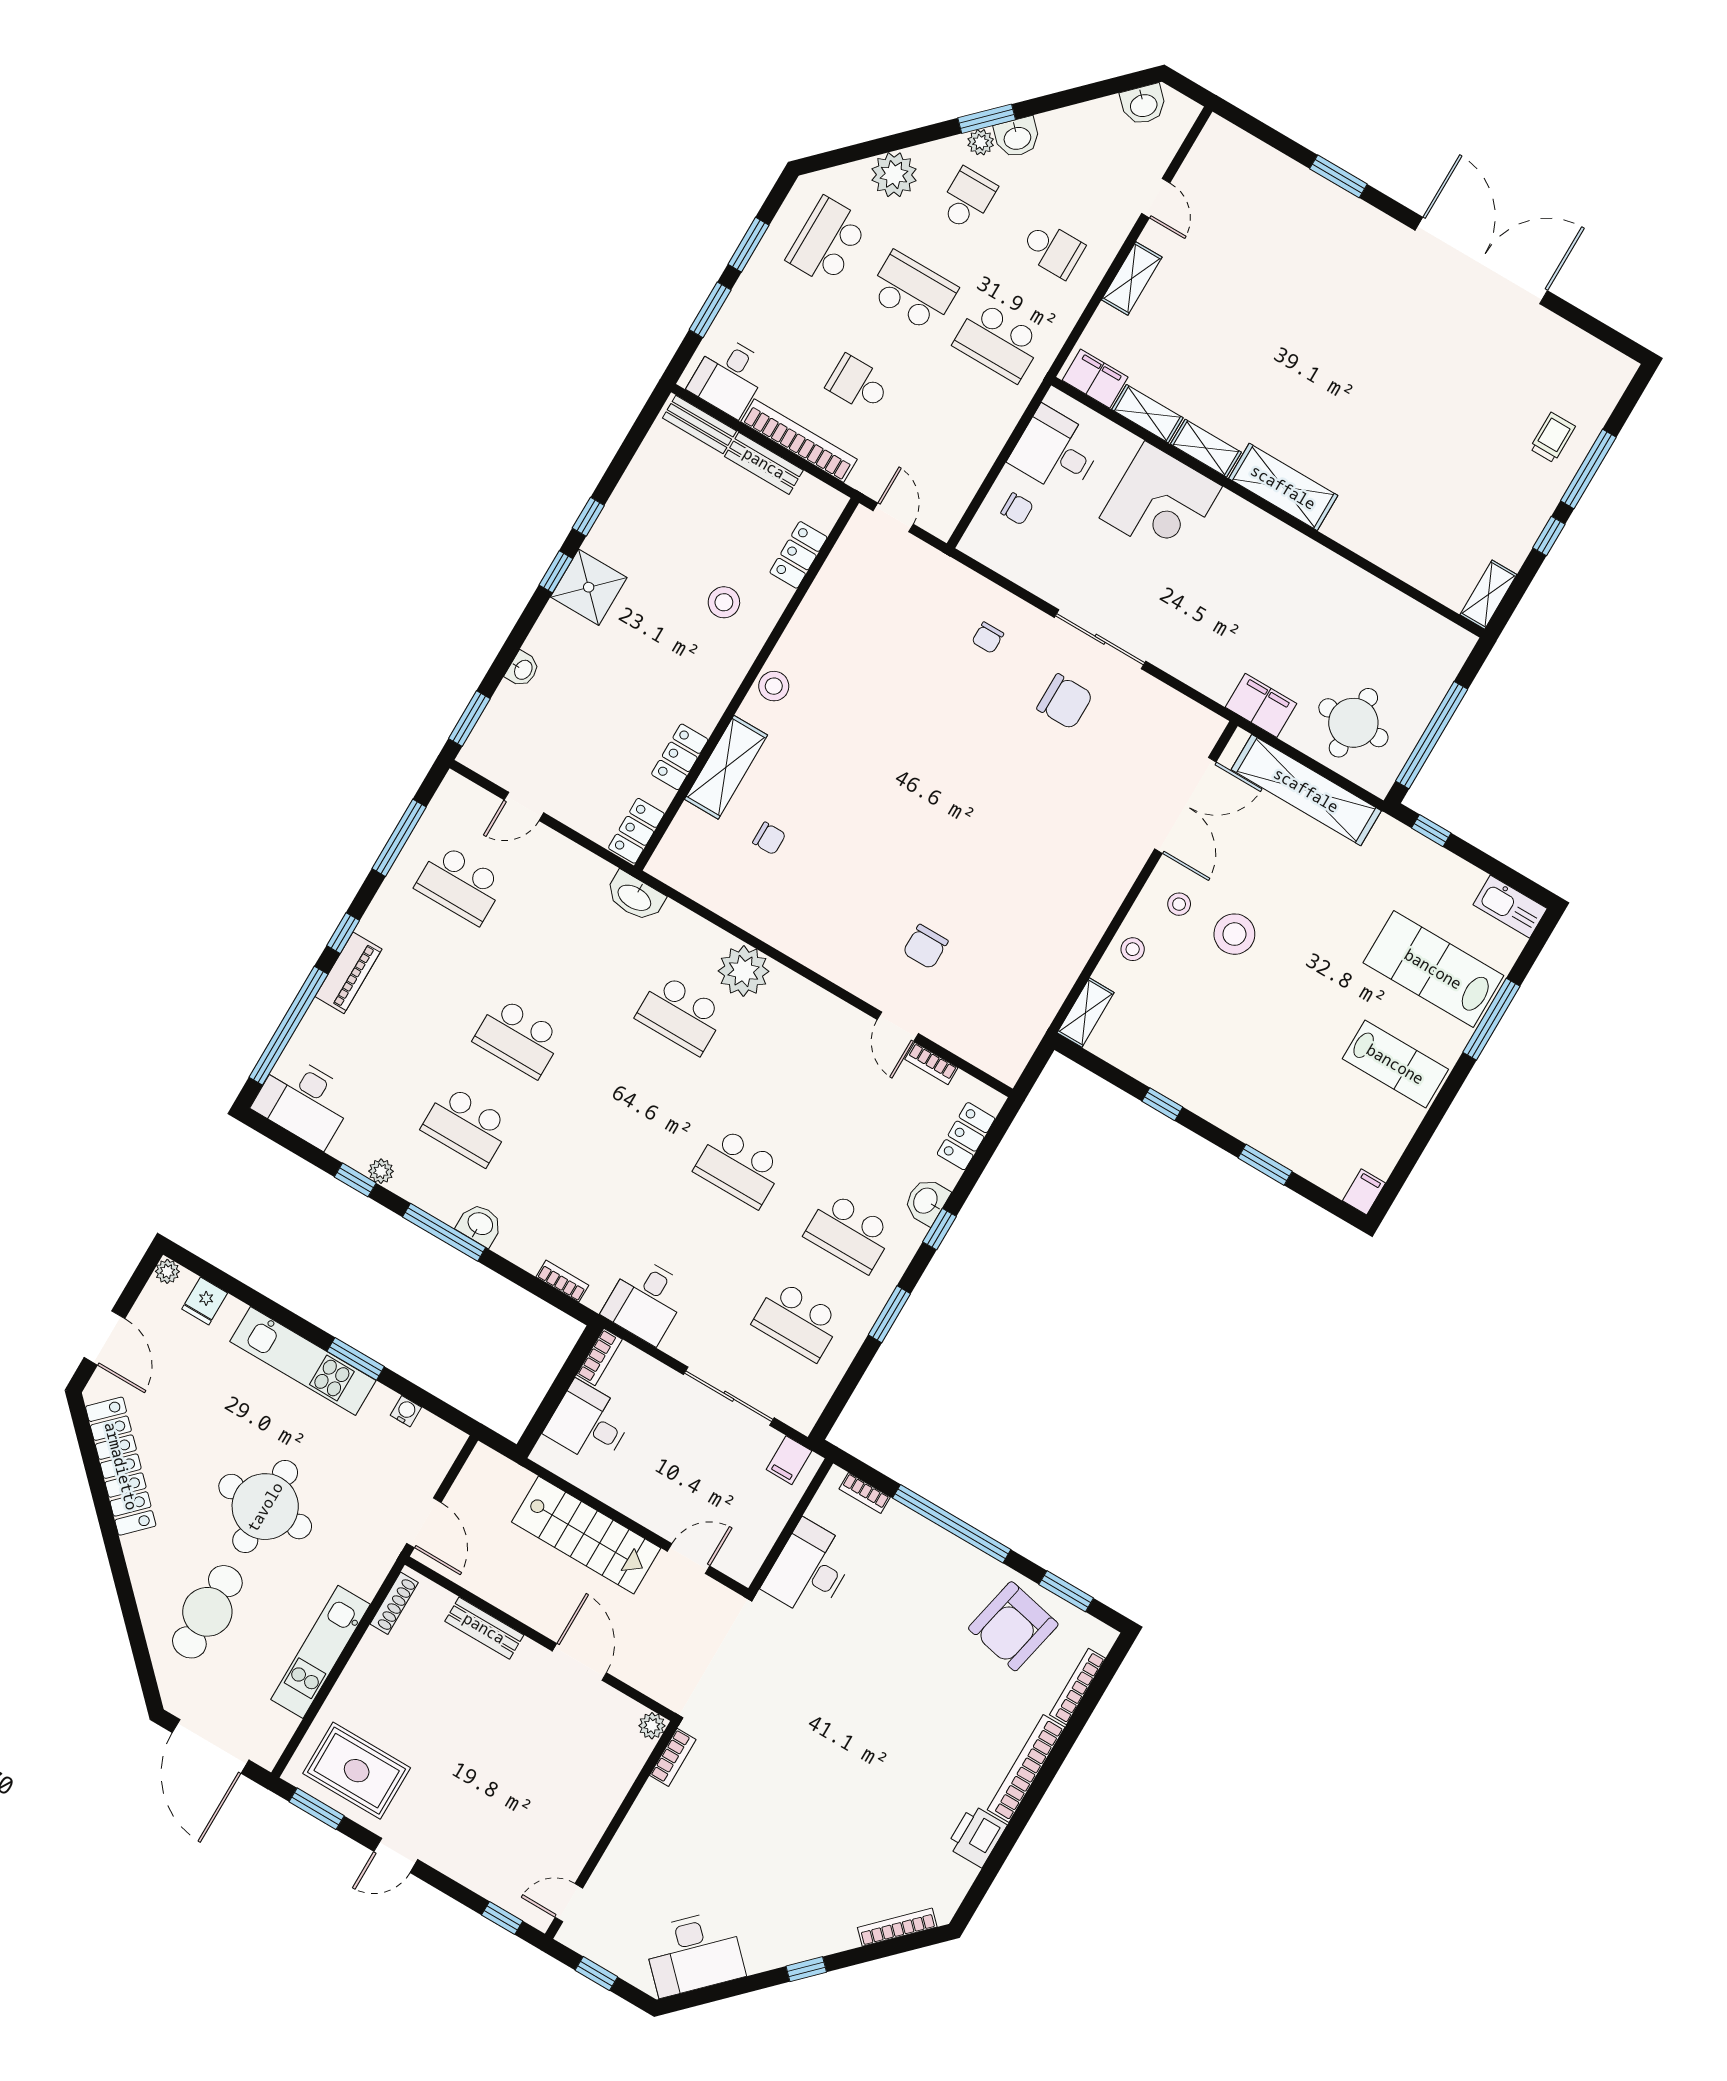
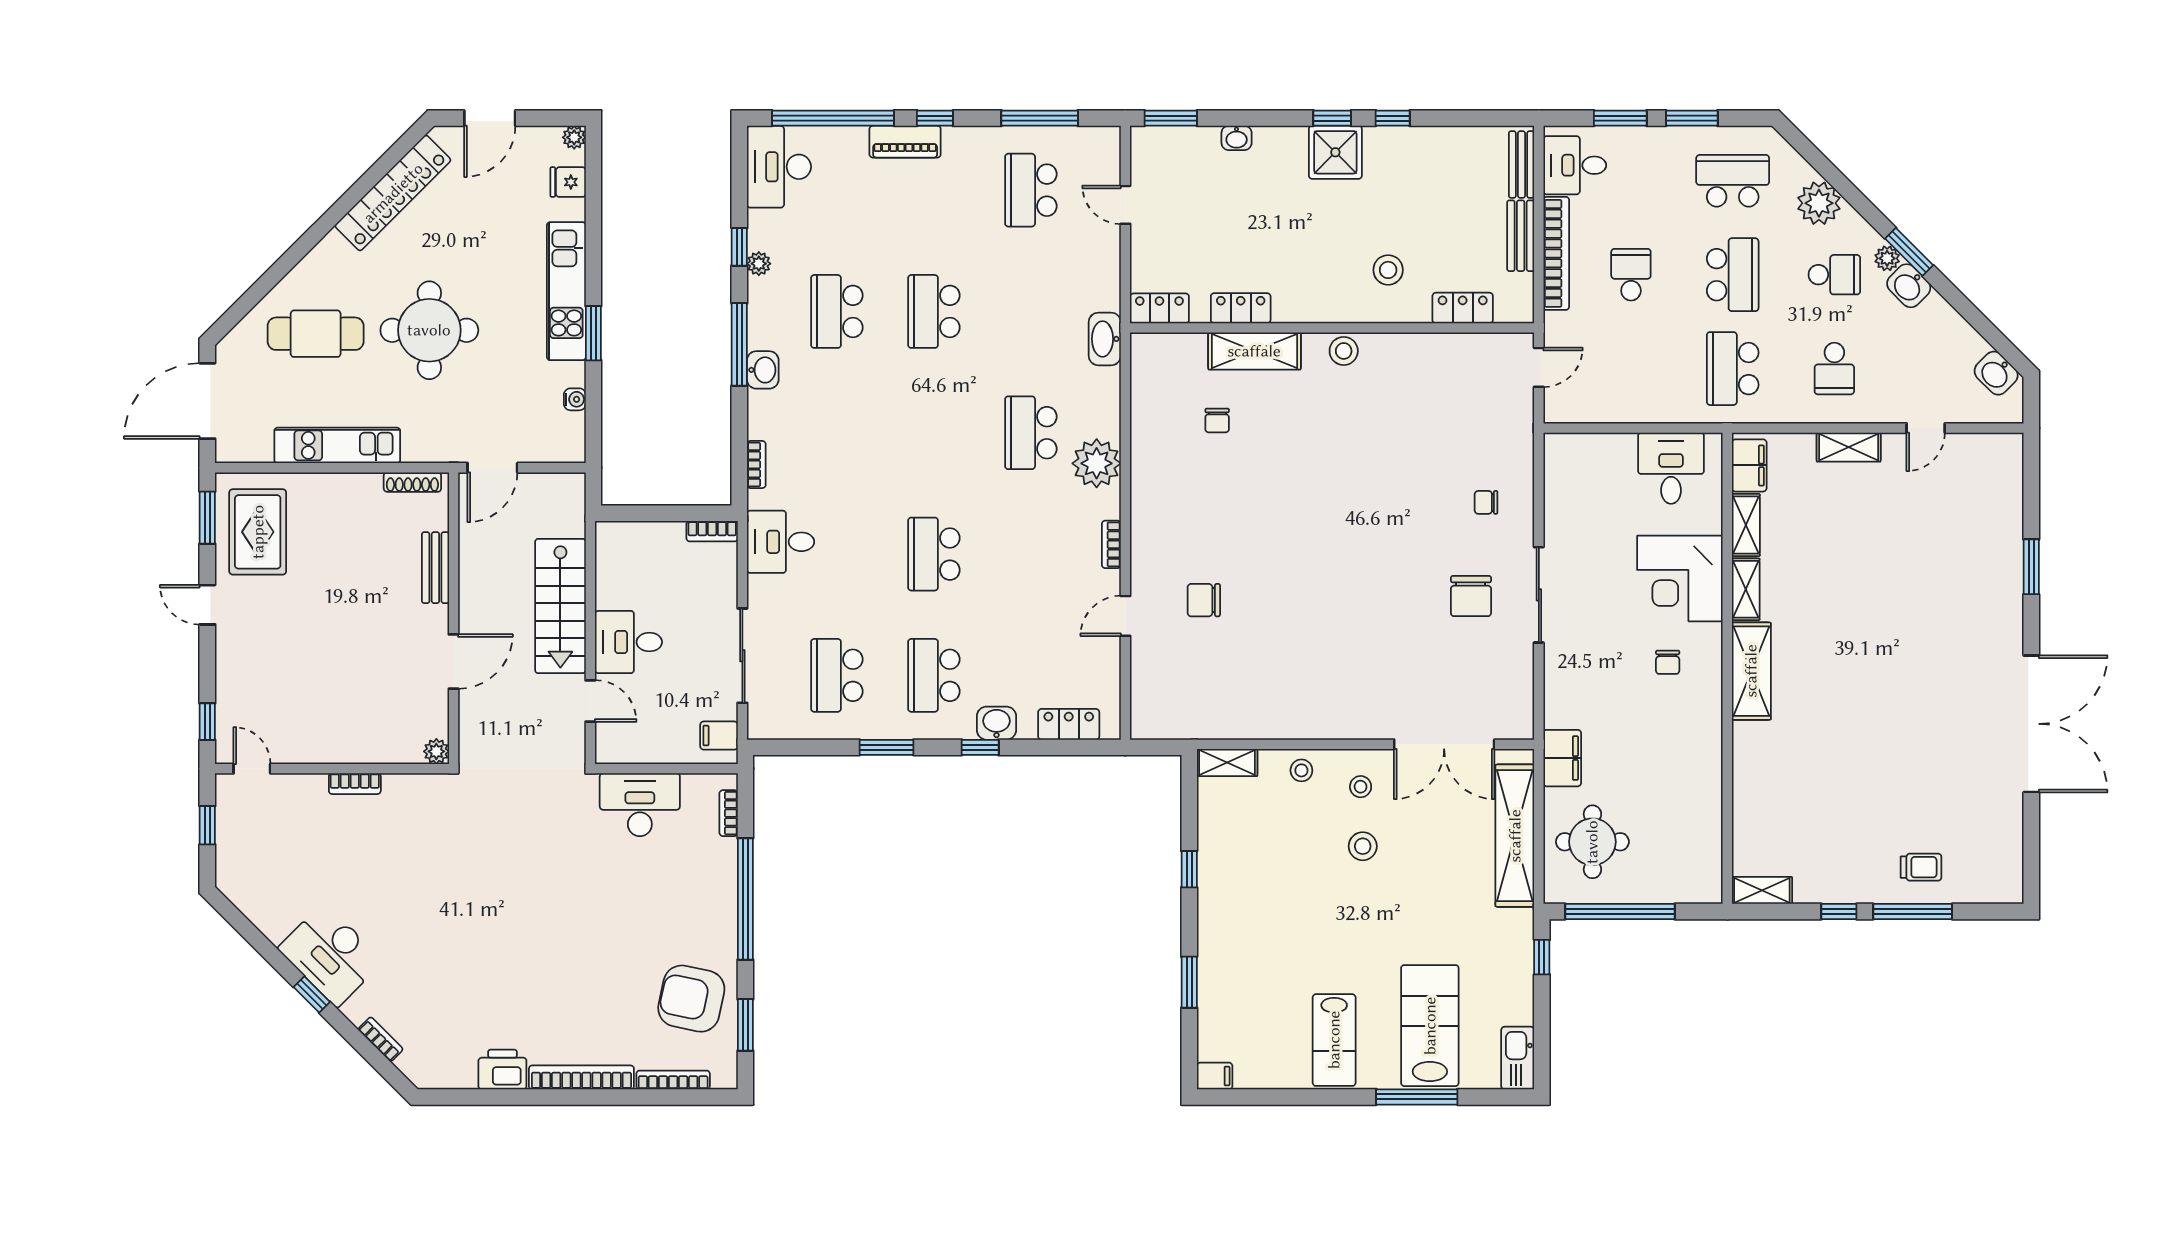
chair: (1017, 509) -> (1668, 662), moved
stool: (1234, 934) -> (1363, 846), width x0.73, depth x0.73
bookcase: (931, 1063) -> (1111, 544), moved
desk: (589, 1423) -> (629, 642), moved, turned -90
bookcase: (673, 1757) -> (355, 784), moved
bookcase: (897, 1927) -> (381, 1039), width x0.64
desk: (694, 1953) -> (331, 955), moved

